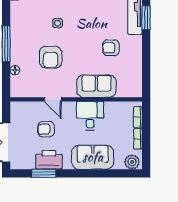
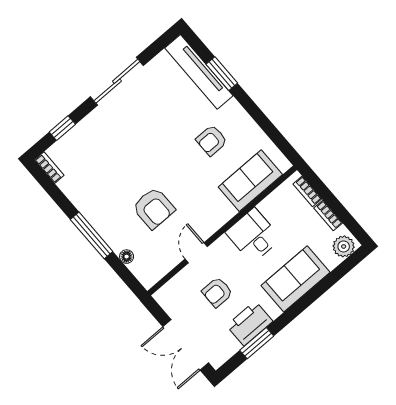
side table: (57, 23) -> (129, 164), removed
sofa: (96, 86) -> (250, 181), moved
door: (53, 99) -> (196, 253), swing flipped

